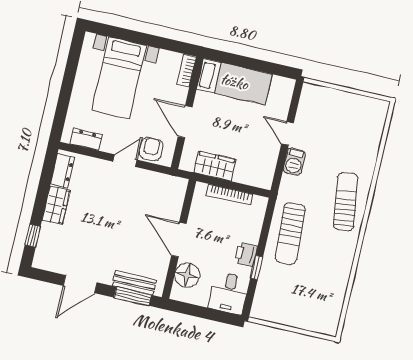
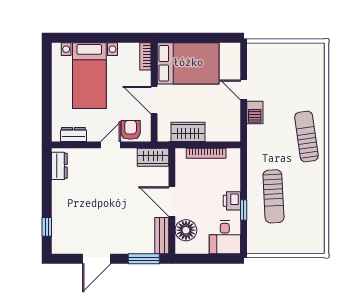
bed: (234, 82) -> (188, 63), width x1.50
wardrobe: (56, 205) -> (153, 157), moved, turned 90
sun lounger: (290, 234) -> (273, 196), moved
bench: (134, 283) -> (162, 236), moved, turned 90

